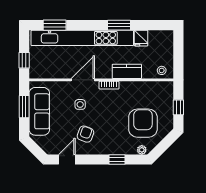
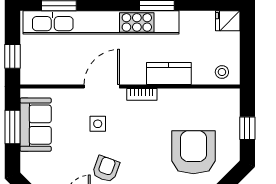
fridge: (141, 38) -> (228, 21), moved, turned 90
sofa: (39, 111) -> (36, 125), width x0.73

